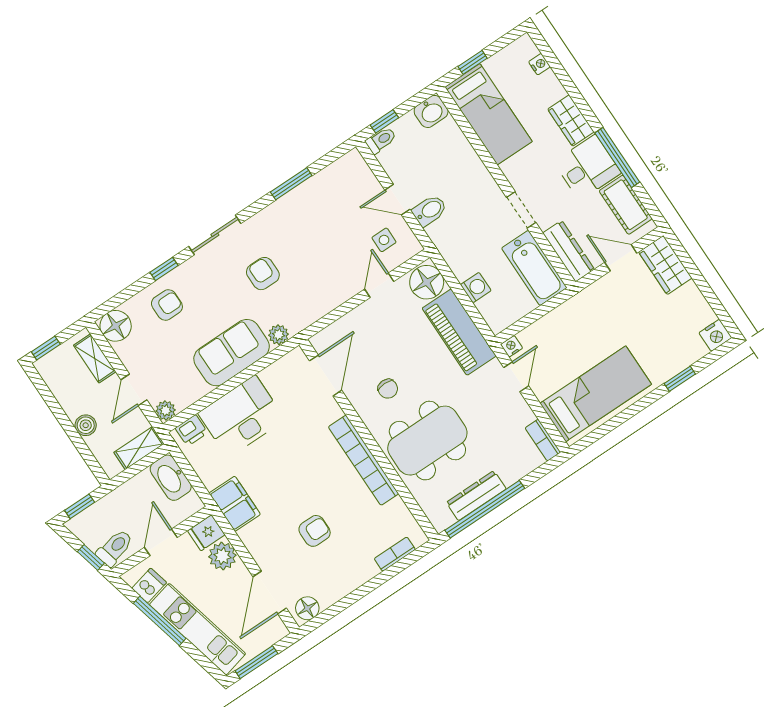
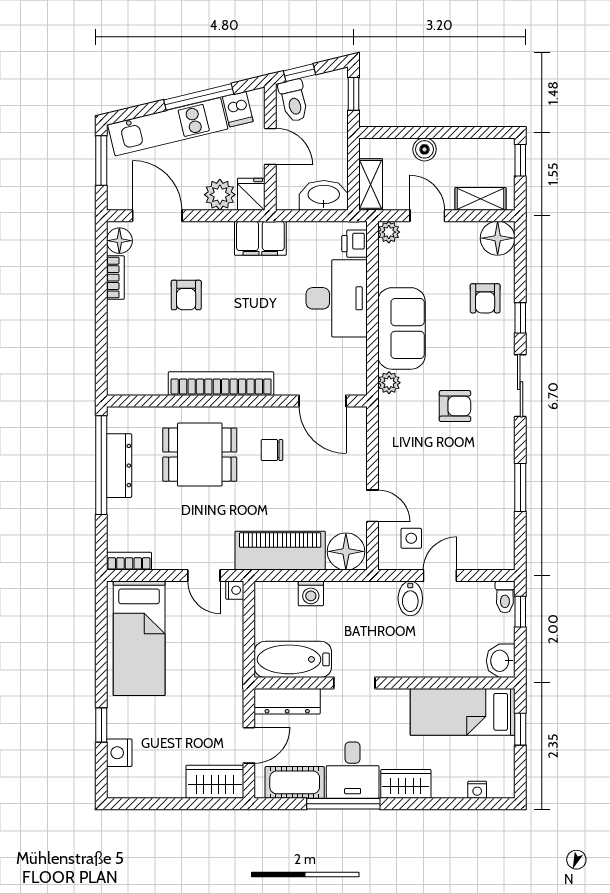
nightstand: (715, 335) -> (119, 753), moved
dining table: (427, 441) -> (200, 455), width x0.73
bookcase: (395, 554) -> (115, 278), moved

